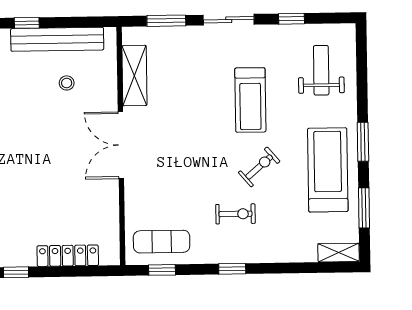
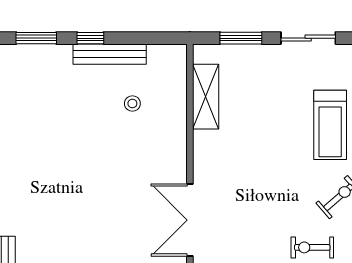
bench: (57, 39) -> (110, 54), width x0.73, depth x0.82
double door: (121, 145) -> (190, 220), moved
exercise bike: (236, 214) -> (312, 247), turned 180

